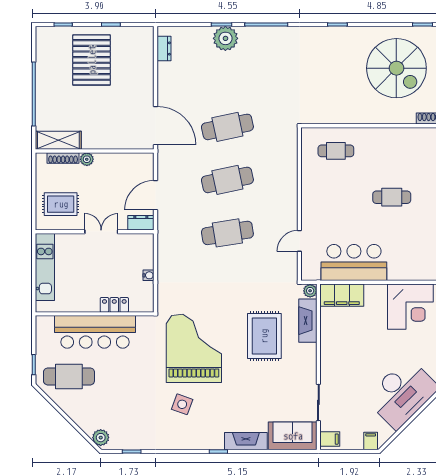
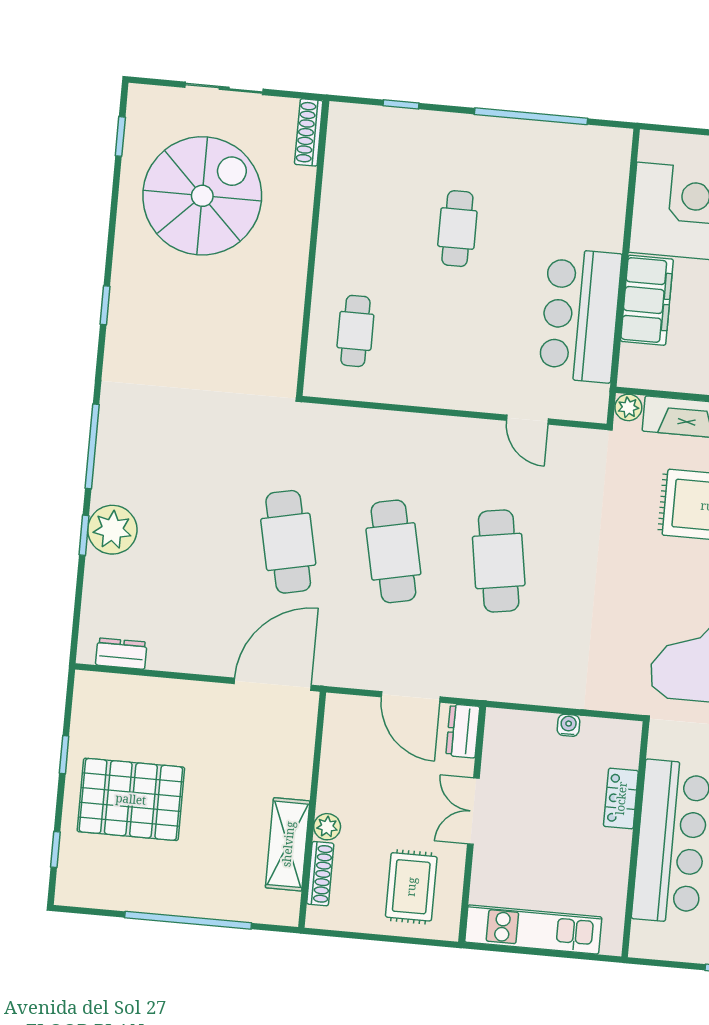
shelving: (58, 140) -> (288, 844), moved
filing cabinet: (342, 295) -> (647, 300), moved

